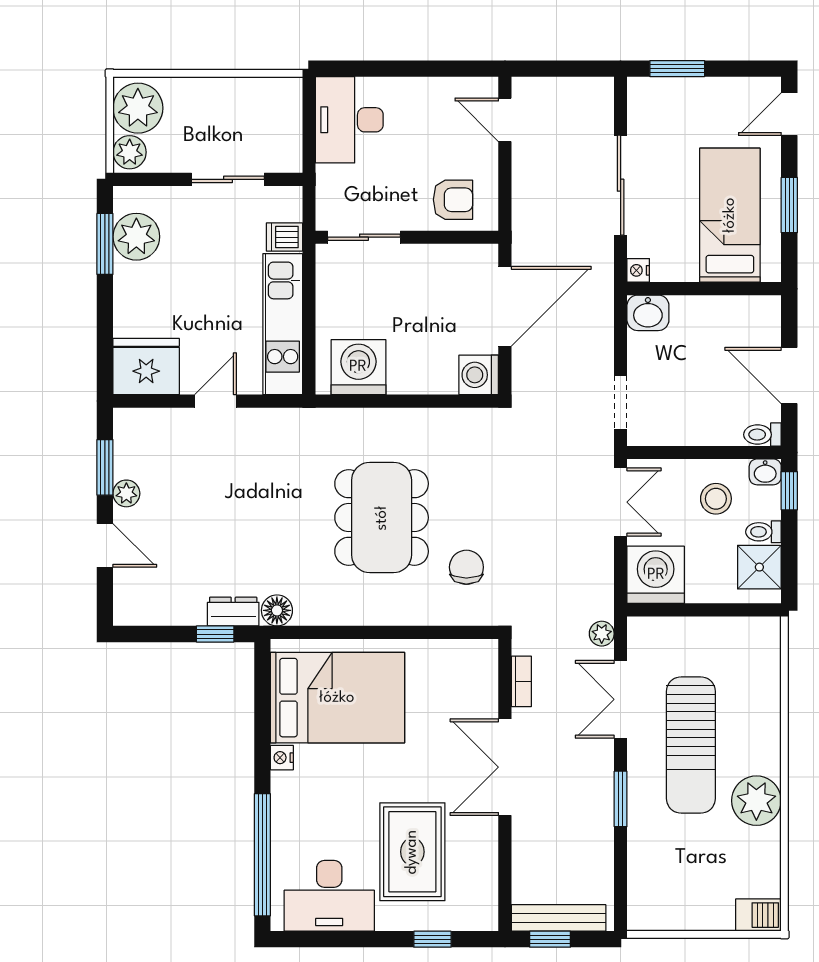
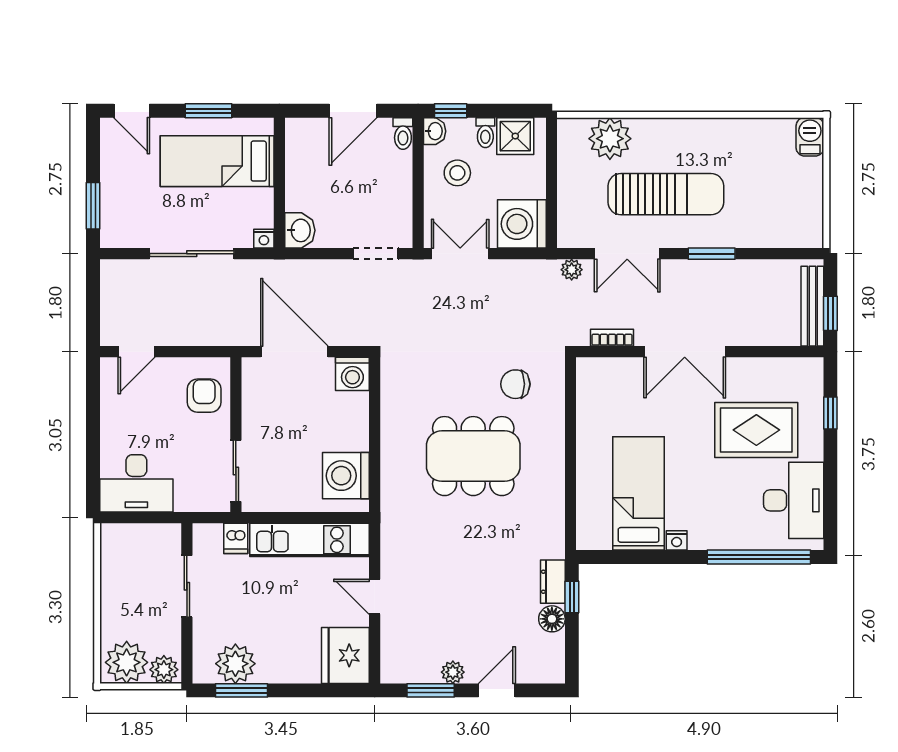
floor lamp: (277, 610) -> (552, 619), moved
bed: (337, 698) -> (639, 493), width x0.67
plant: (756, 801) -> (610, 139), moved

